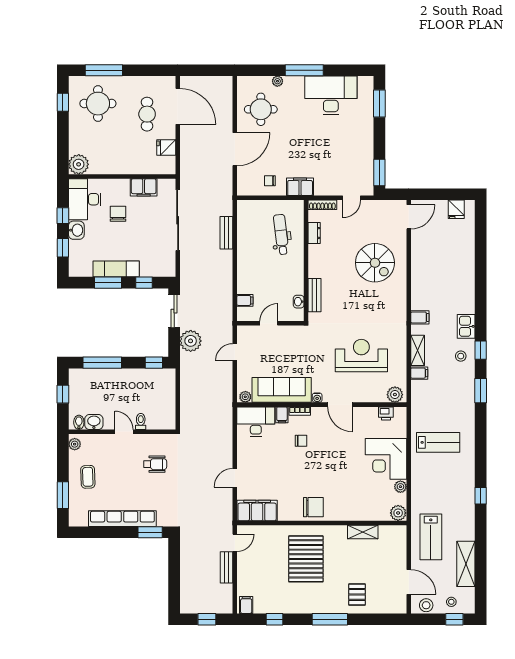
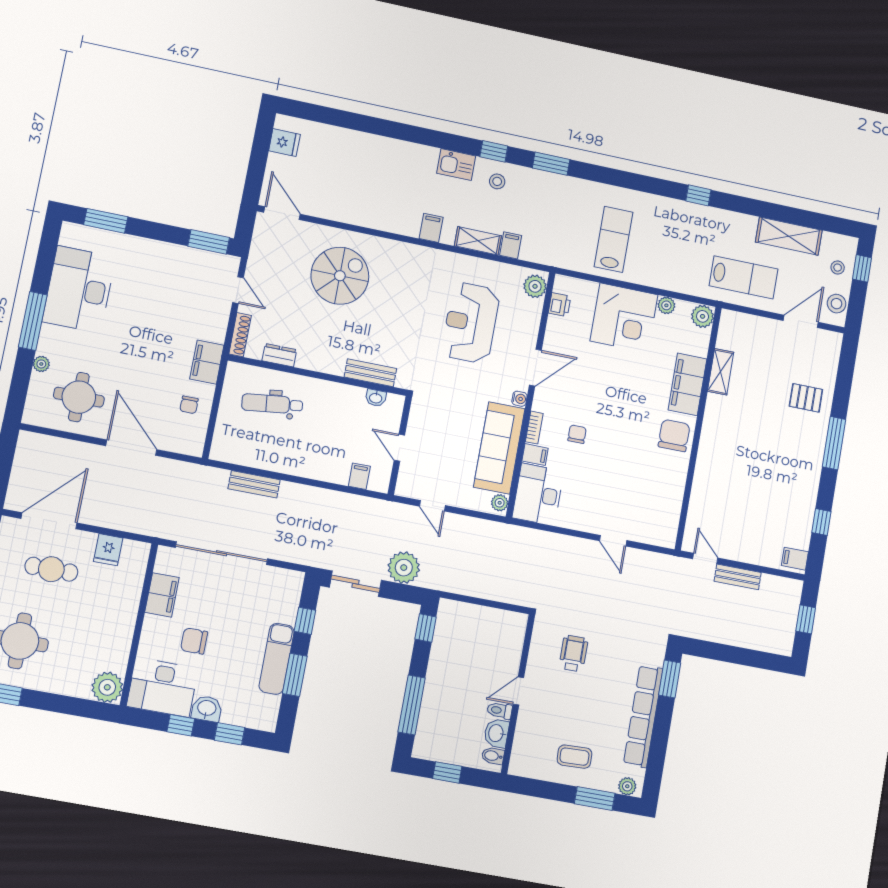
toilet: (141, 421) -> (500, 711), moved
plant: (75, 444) -> (627, 786), moved
filing cabinet: (257, 510) -> (687, 384), moved
pallet: (306, 559) -> (745, 460), removed

